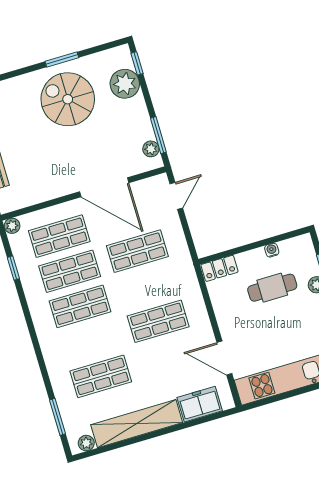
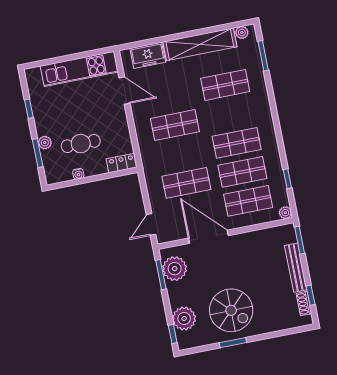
plant: (151, 149) -> (175, 269), width x1.87, depth x1.87

